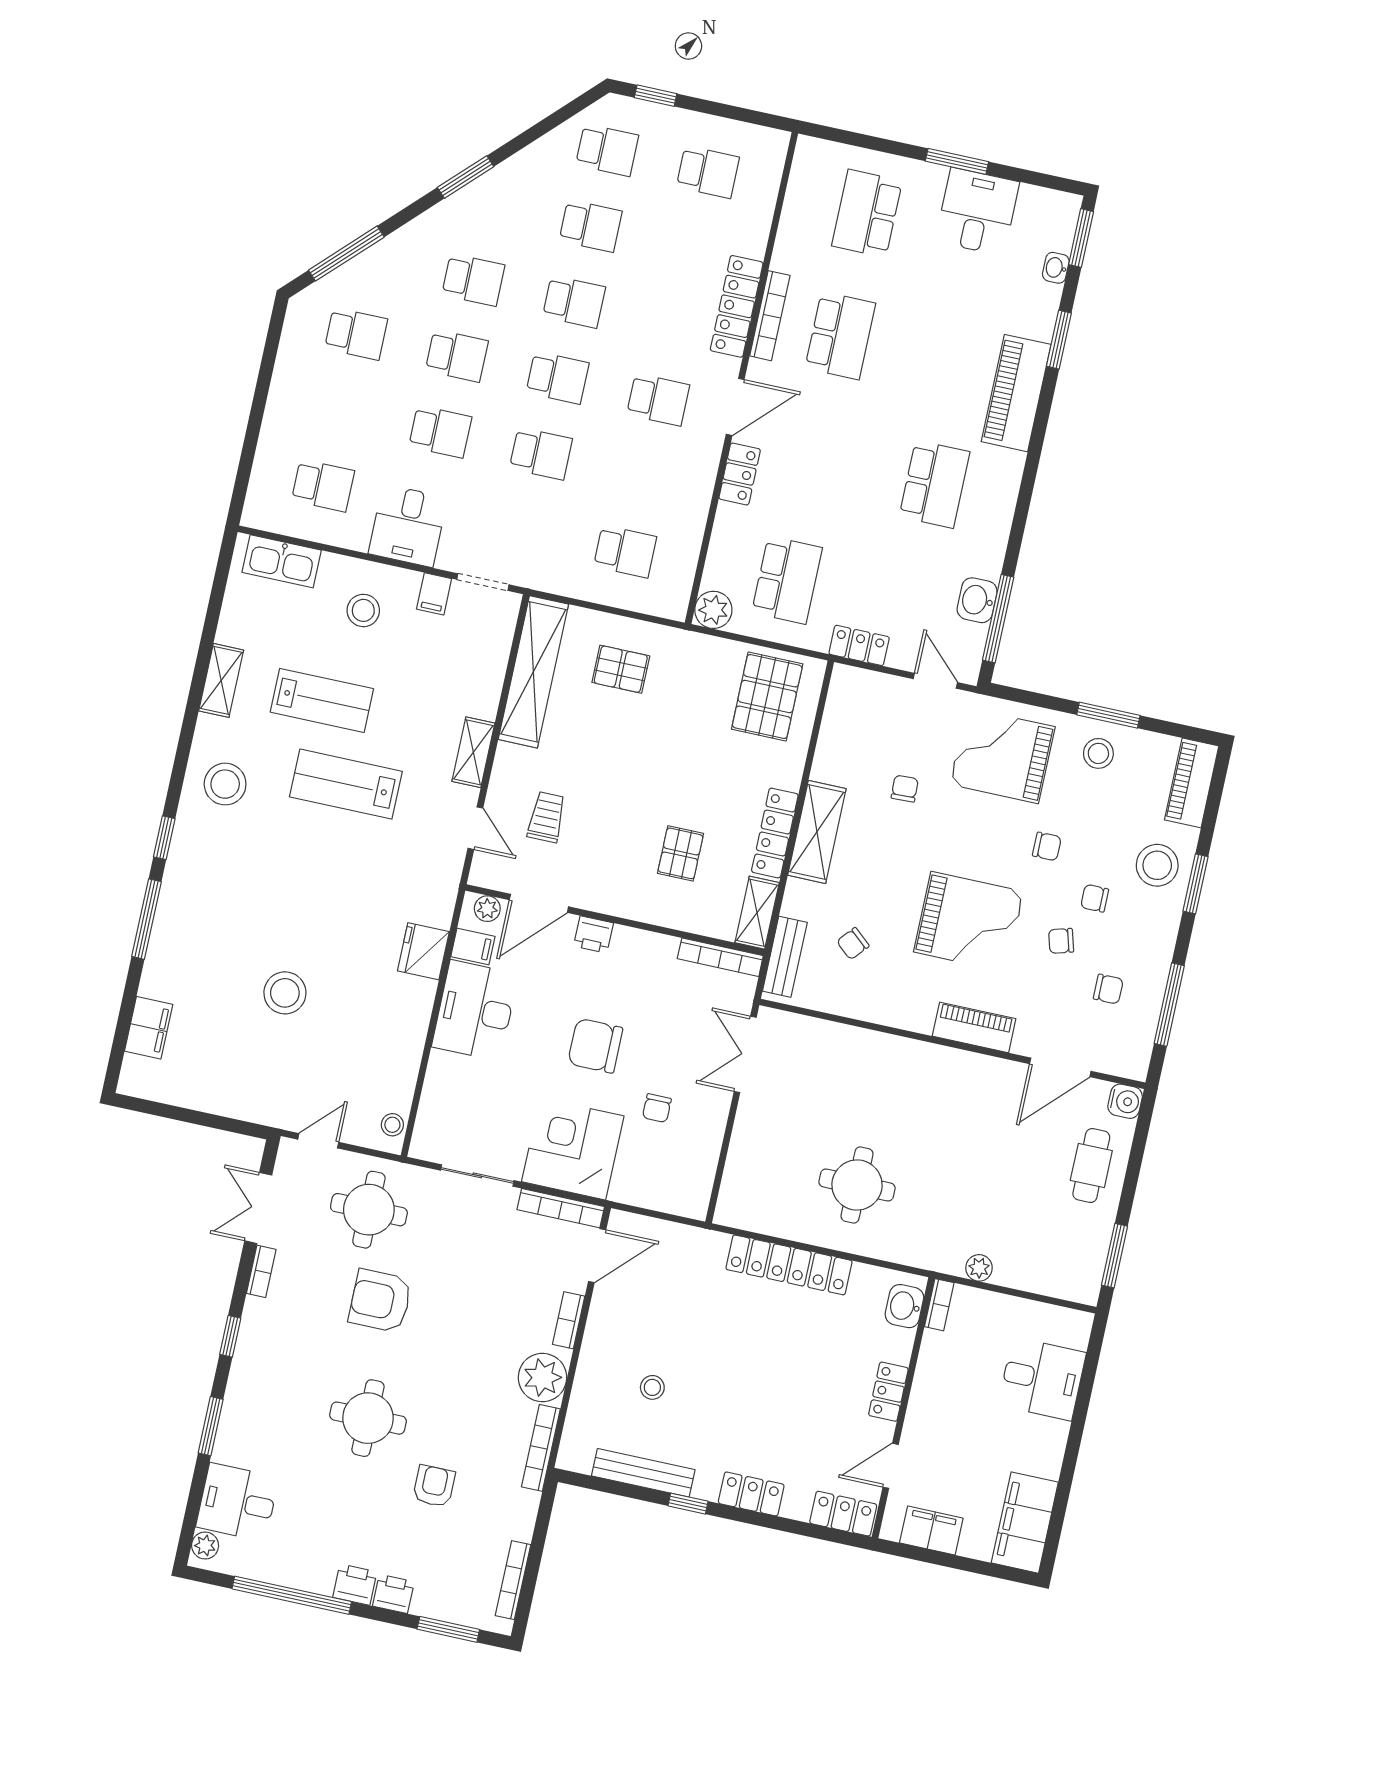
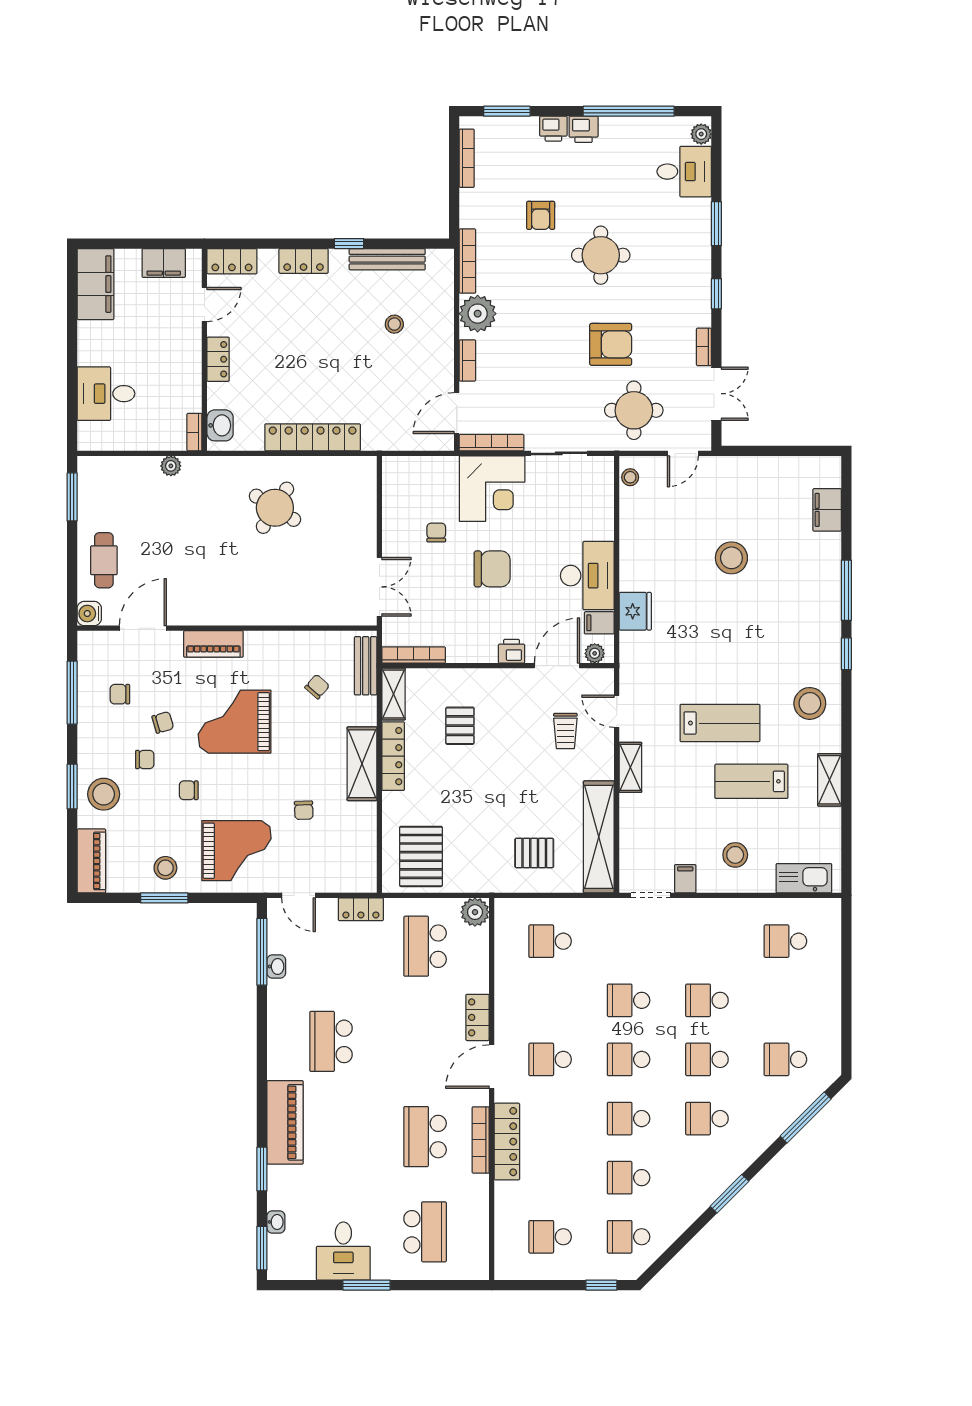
desk: (408, 526) -> (716, 925), removed
washbasin: (977, 600) -> (276, 967), width x0.72, depth x0.69
round table: (857, 1185) -> (275, 508), turned 32

